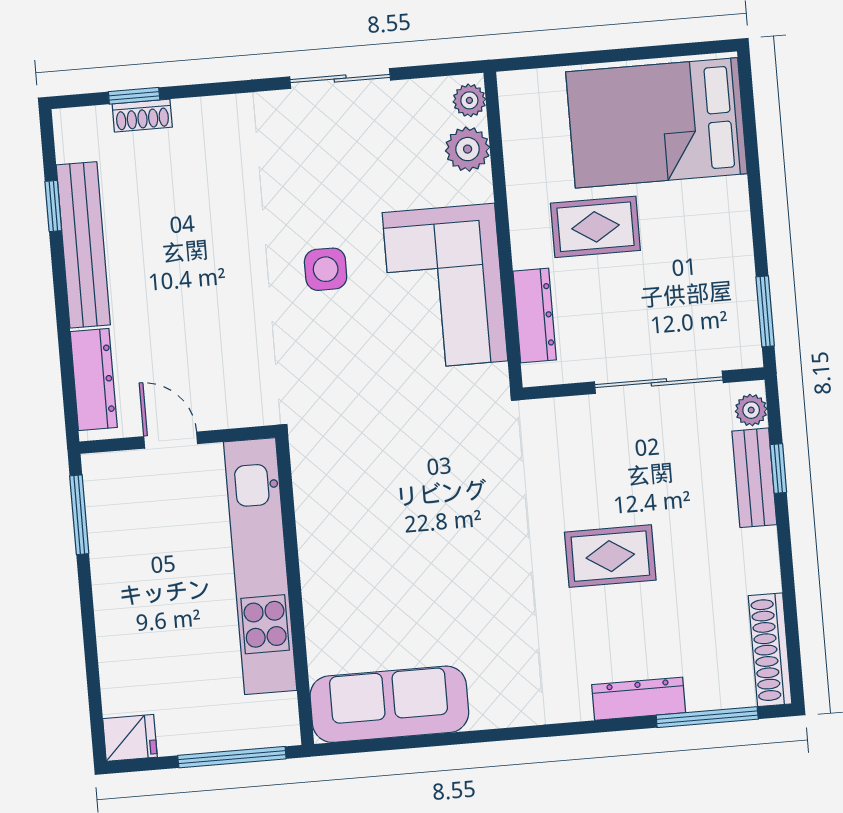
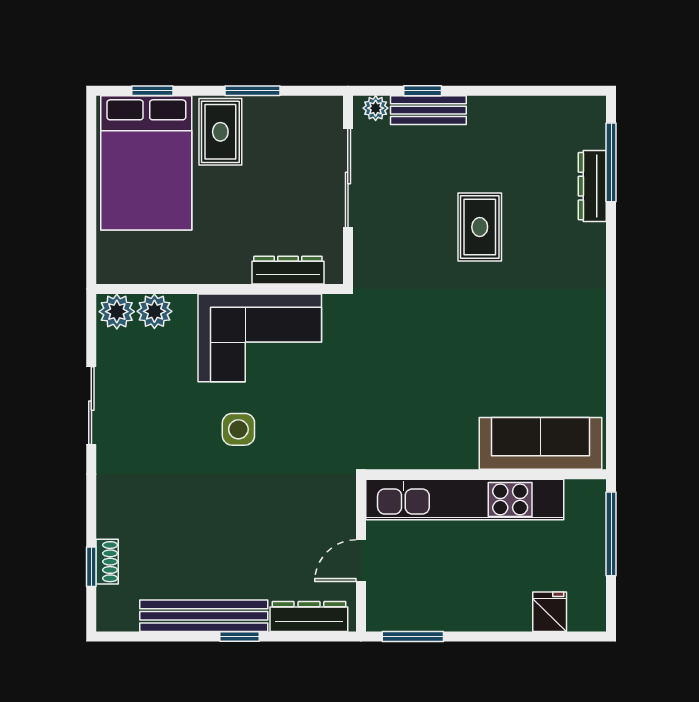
plant: (469, 100) -> (117, 312), width x1.38, depth x1.38
window: (749, 123) -> (152, 91), added
window: (53, 206) -> (239, 637), moved
rug: (595, 227) -> (220, 132), moved
window: (765, 311) -> (252, 91), moved
shoe rack: (770, 650) -> (563, 109), removed
dresser: (639, 699) -> (592, 186), moved
sofa: (389, 704) -> (541, 443), moved, turned 90
fridge: (130, 738) -> (550, 612), moved

